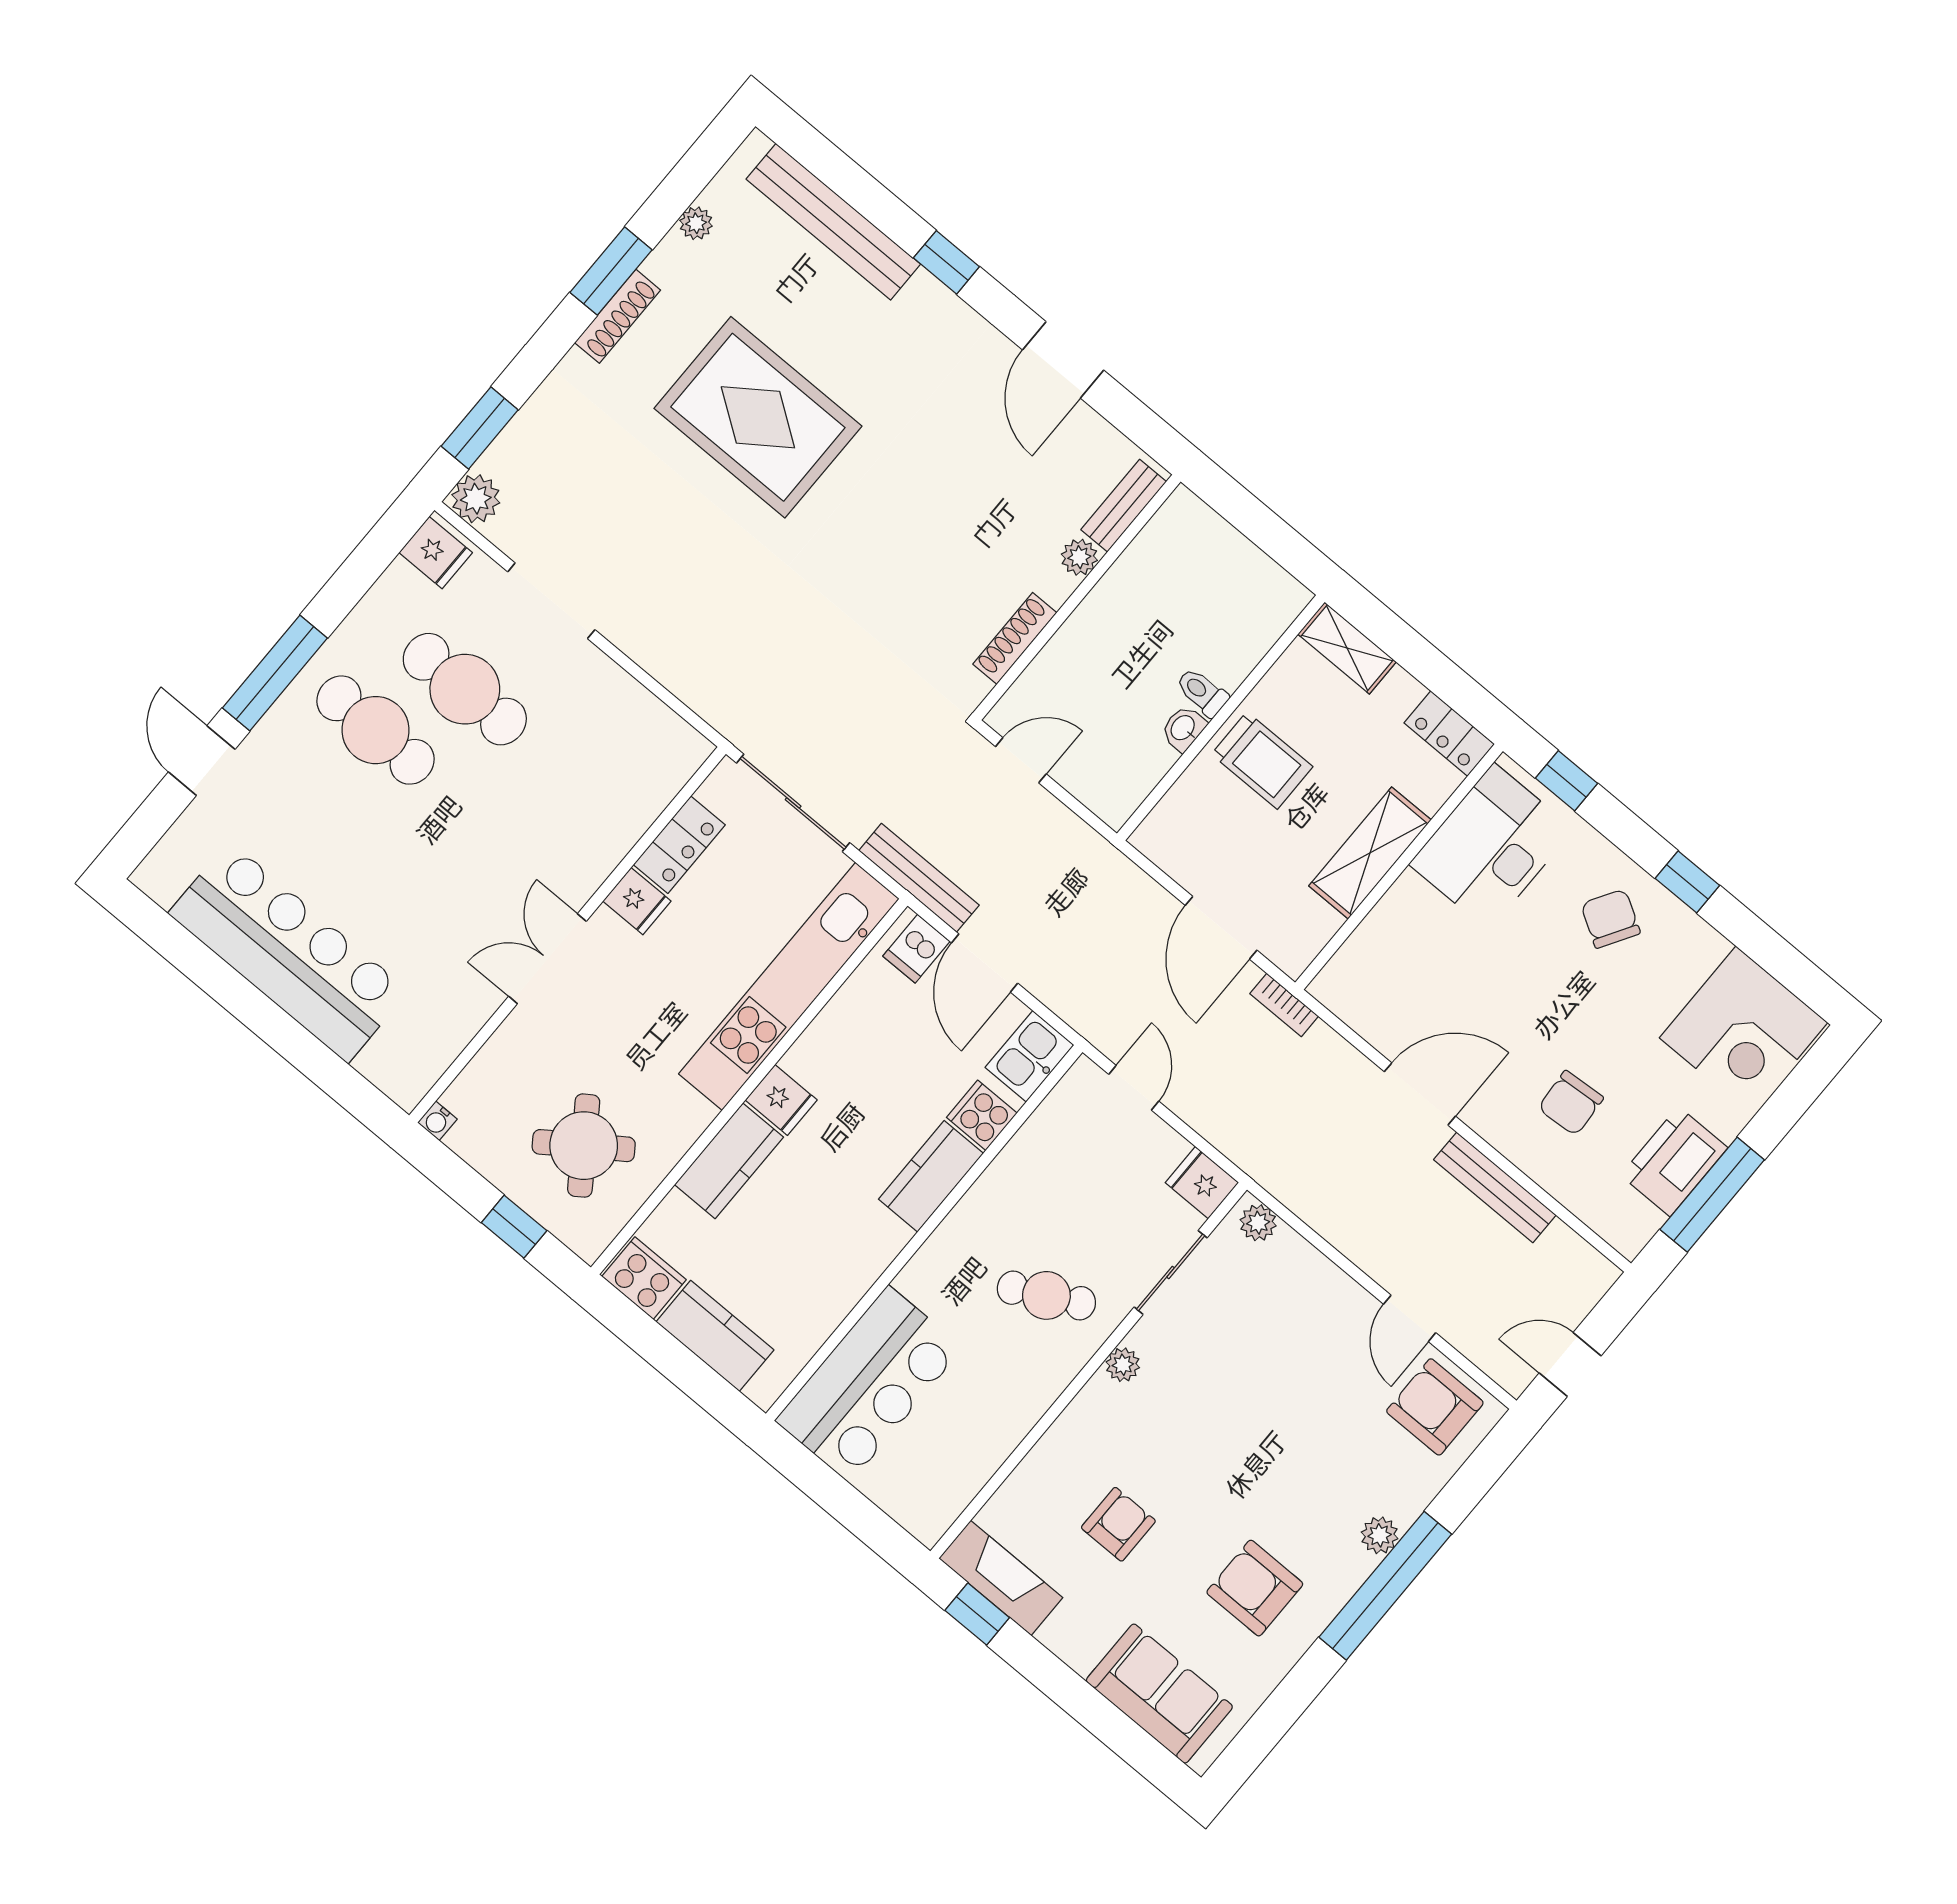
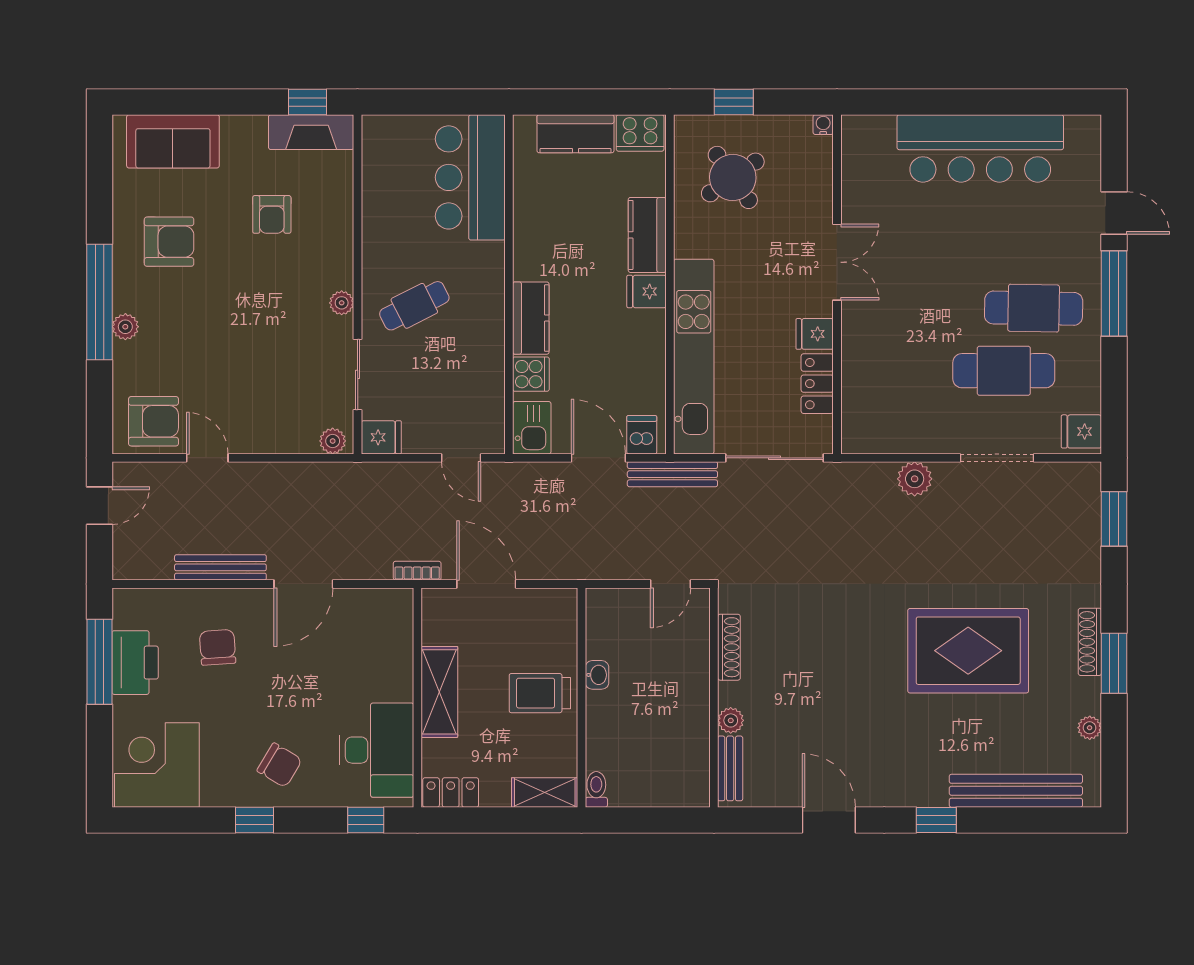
plant: (476, 499) -> (915, 479), moved
toilet: (1202, 692) -> (596, 789), moved, turned -90

